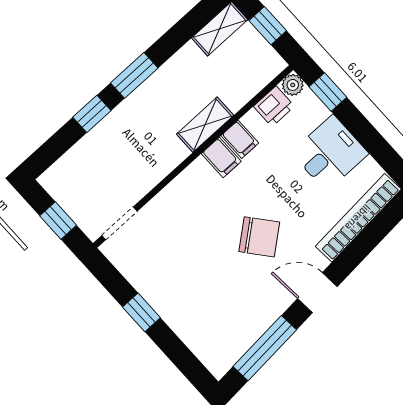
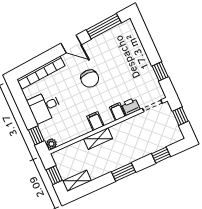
printer: (274, 106) -> (131, 106), moved
window: (92, 114) -> (161, 155), moved
filing cabinet: (240, 139) -> (117, 112), moved
chair: (259, 237) -> (90, 79), turned -141
window: (141, 312) -> (160, 71), moved

